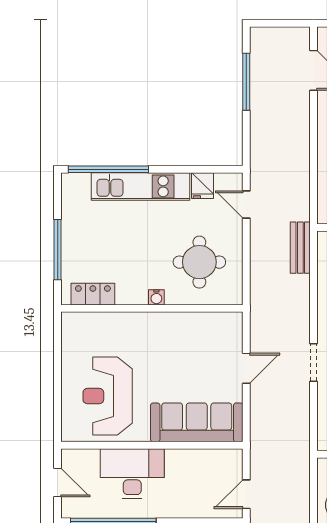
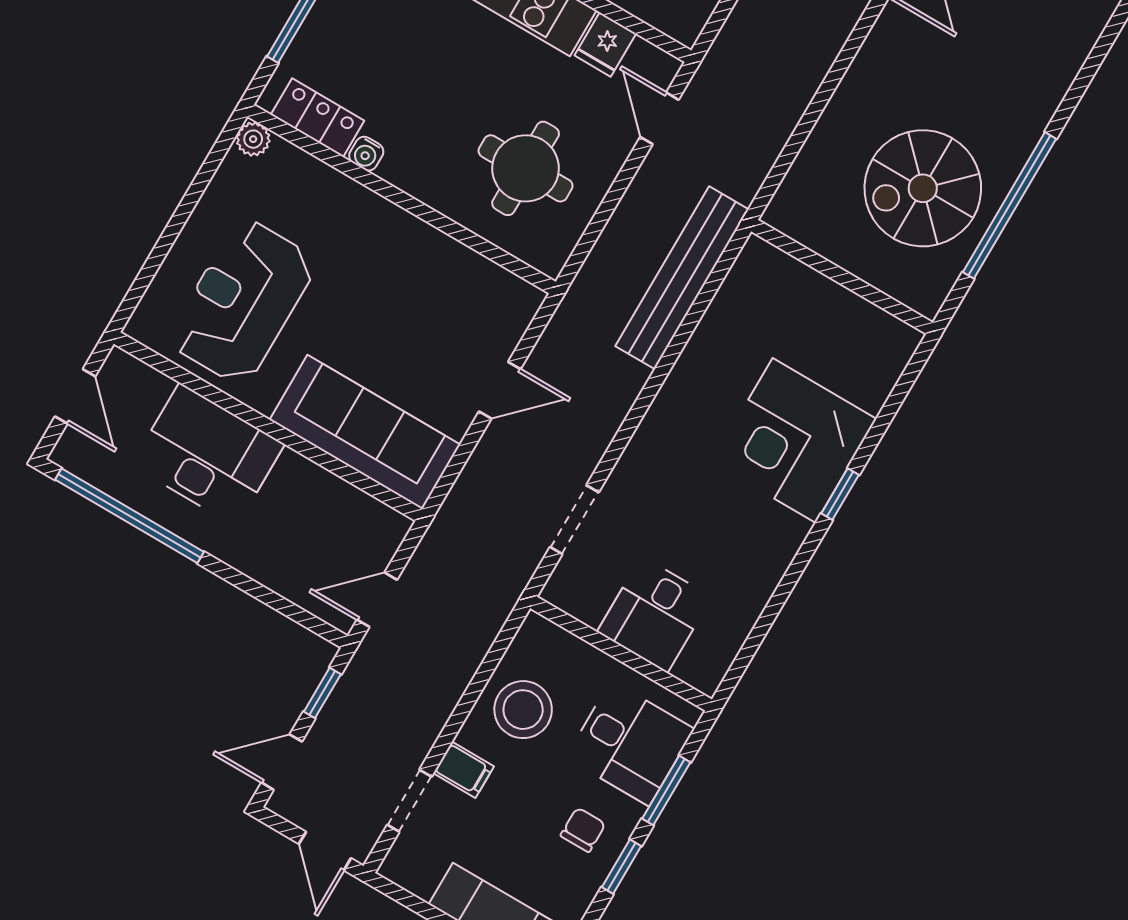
bench: (300, 248) -> (682, 278), width x1.86, depth x1.21
water cooler: (156, 297) -> (366, 154), moved
plant: (70, 321) -> (253, 139), added
doorway: (314, 363) -> (574, 520), moved

